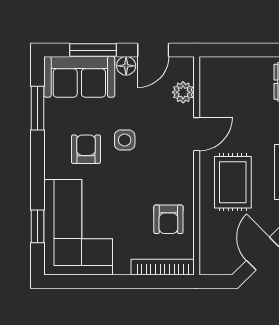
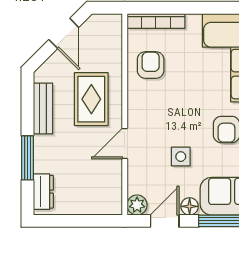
plant: (183, 92) -> (137, 205), moved
side table: (125, 140) -> (181, 157), moved

